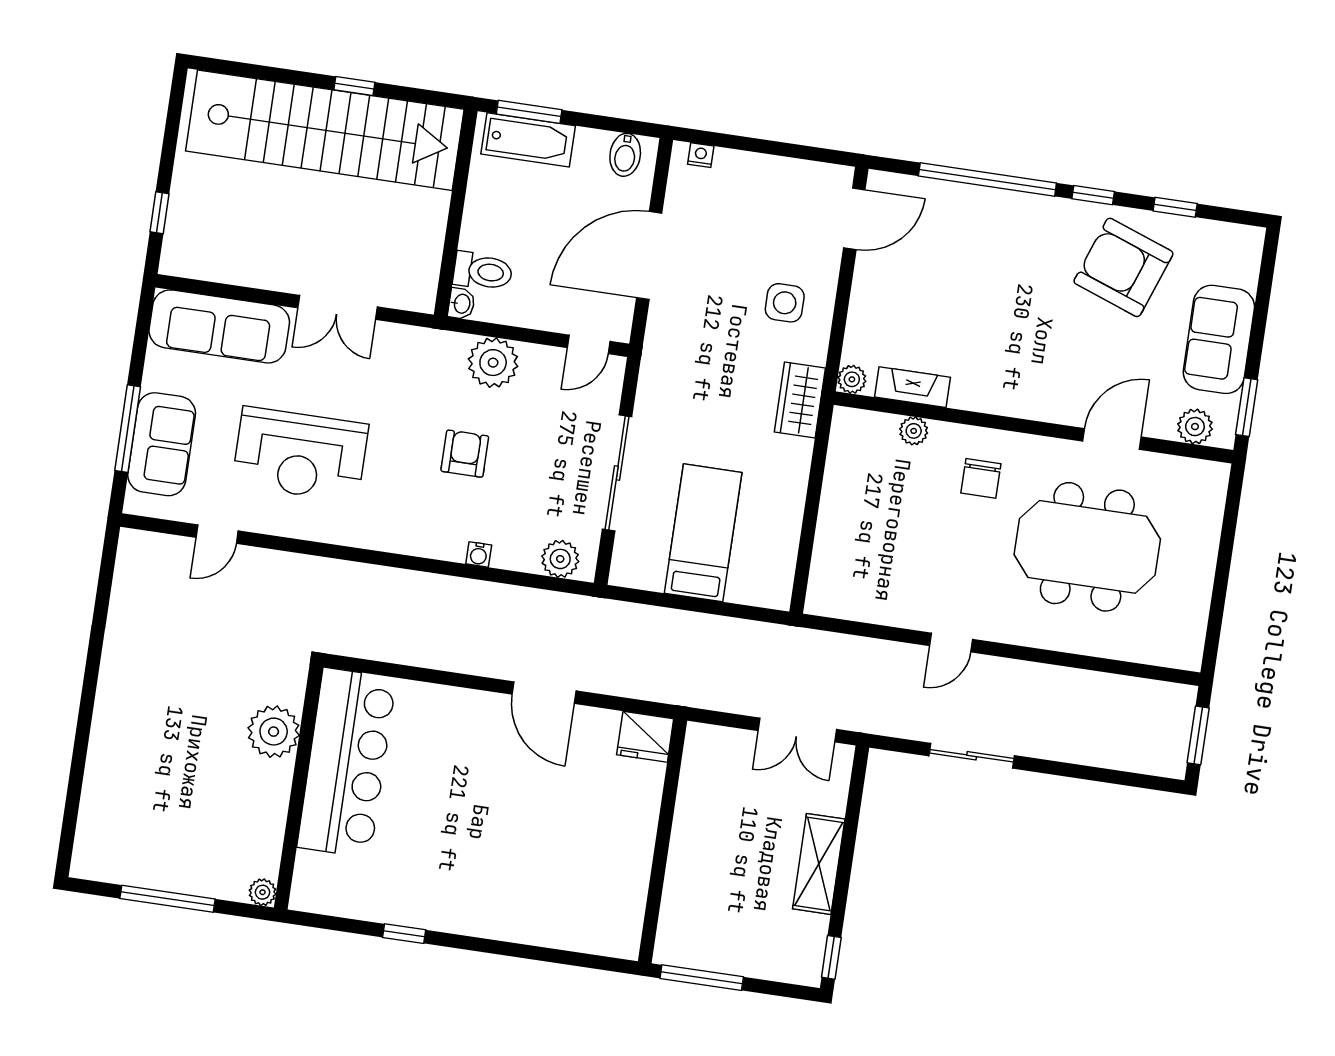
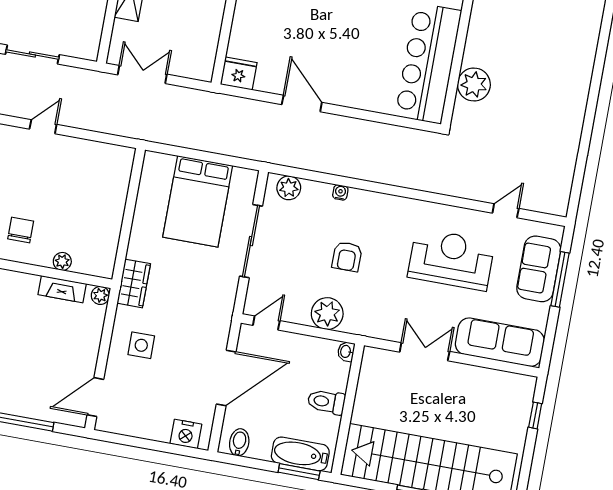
nightstand: (701, 155) -> (186, 434), width x1.89, depth x1.79
toilet: (483, 271) -> (326, 402), moved
bed: (703, 533) -> (198, 201), width x1.50

